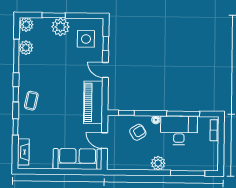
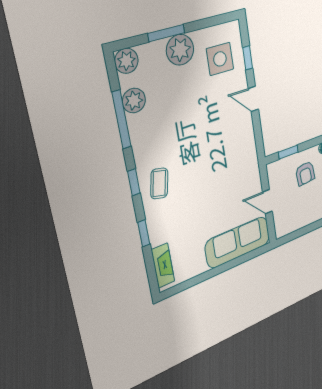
piano: (93, 102) -> (245, 153), removed
armchair: (138, 132) -> (305, 173), turned 117

